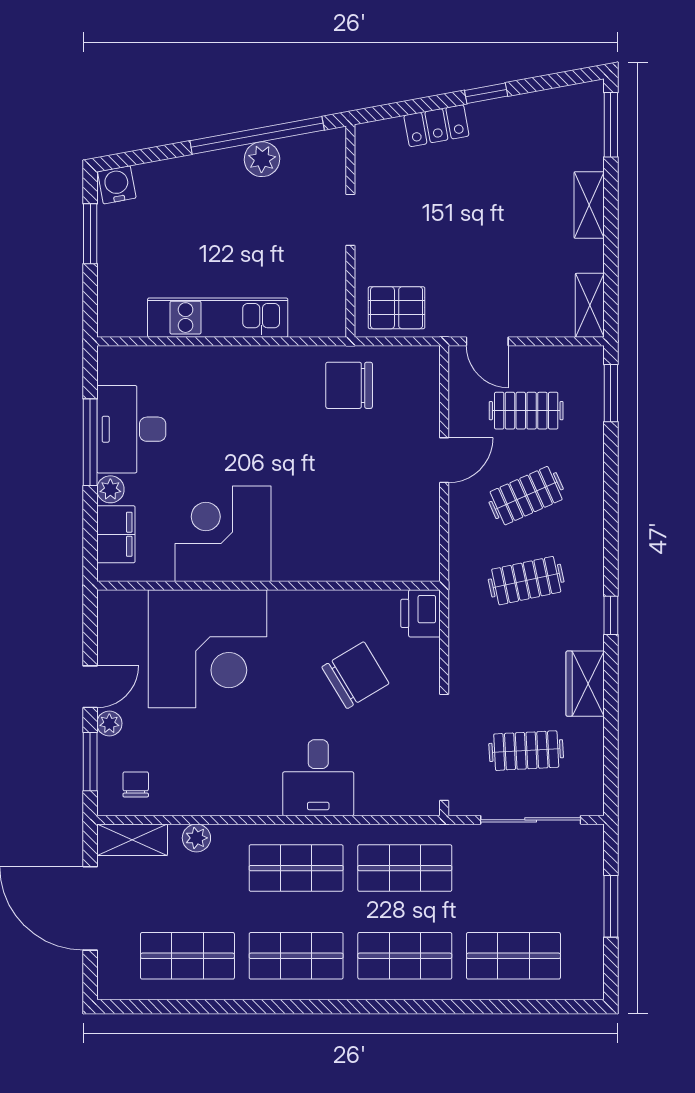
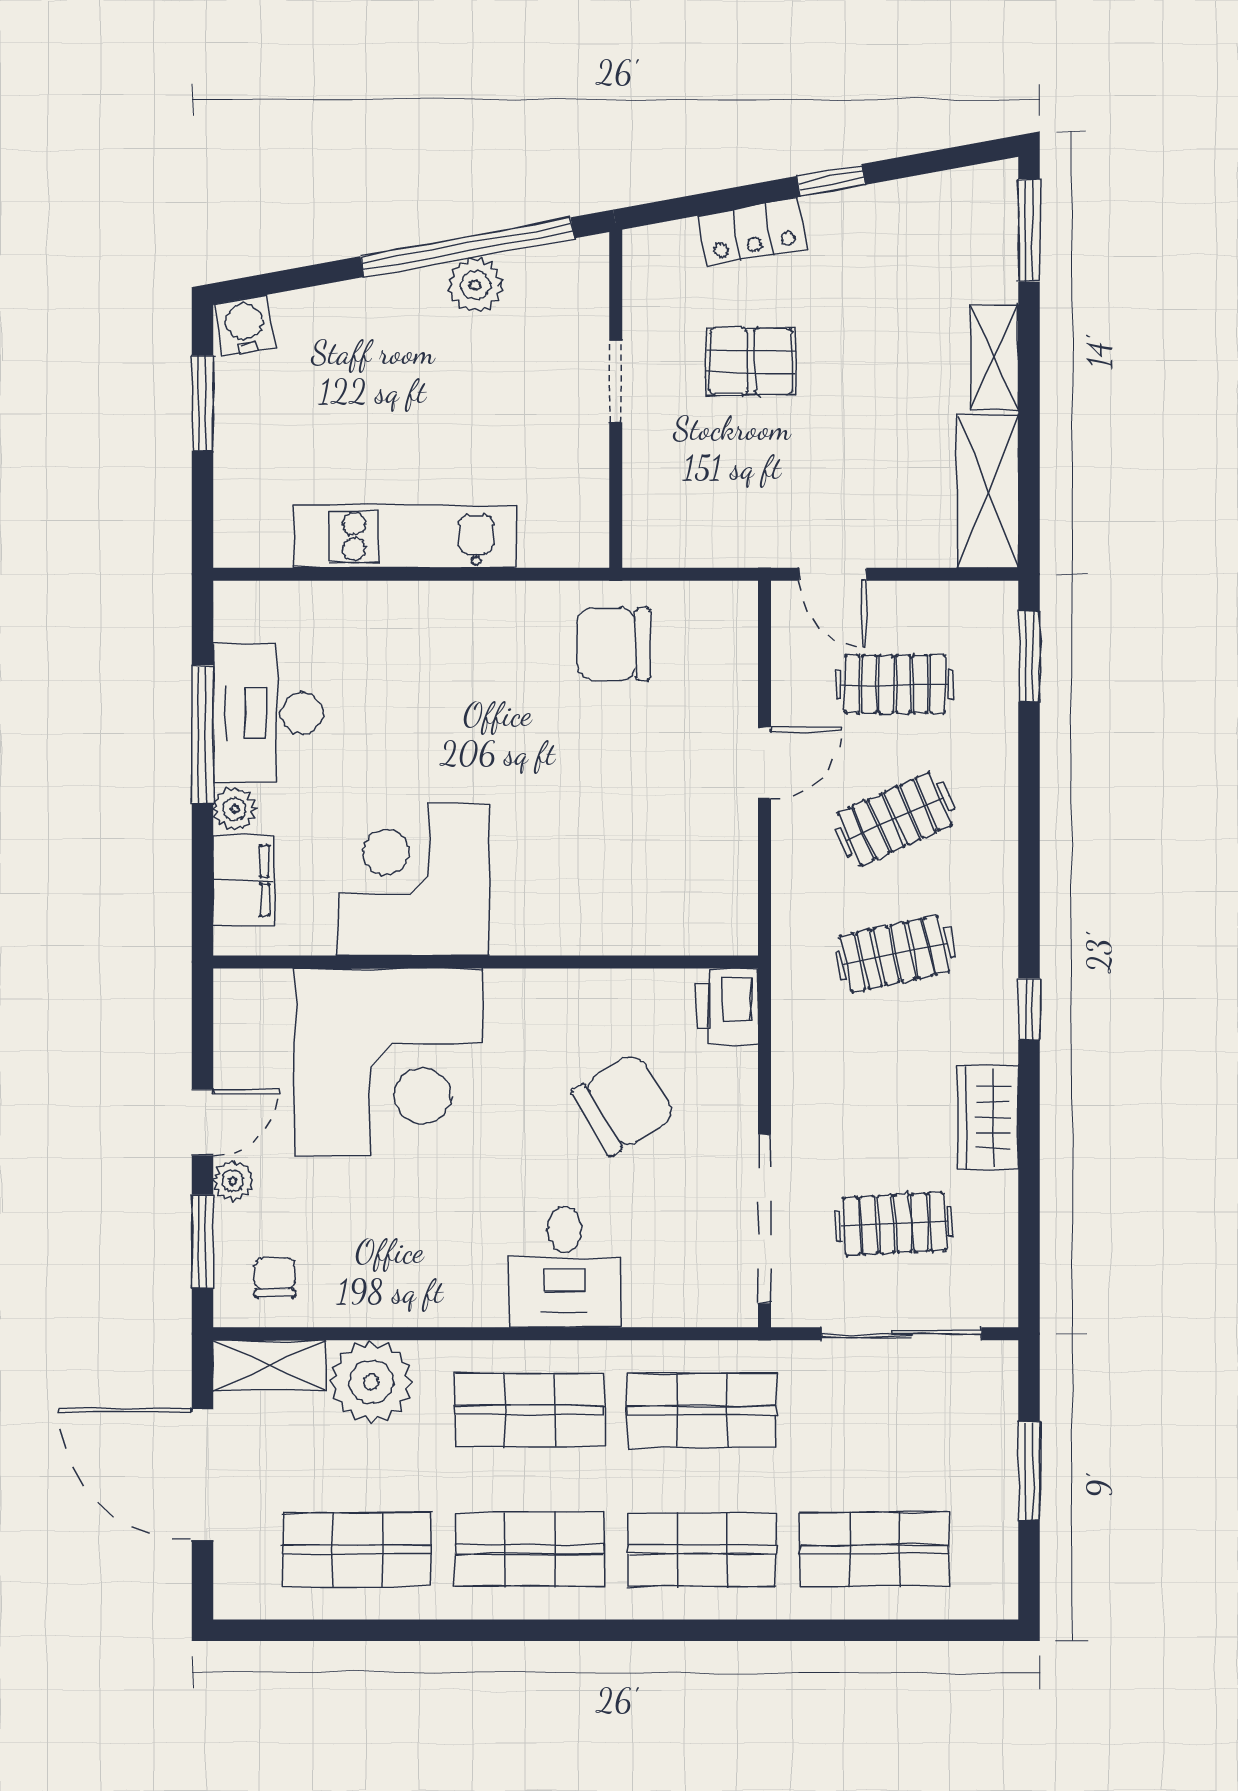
shelving: (590, 305) -> (988, 491), width x1.50, depth x1.33
pallet: (397, 308) -> (751, 361), moved
plant: (196, 838) -> (371, 1382), width x1.88, depth x1.88

